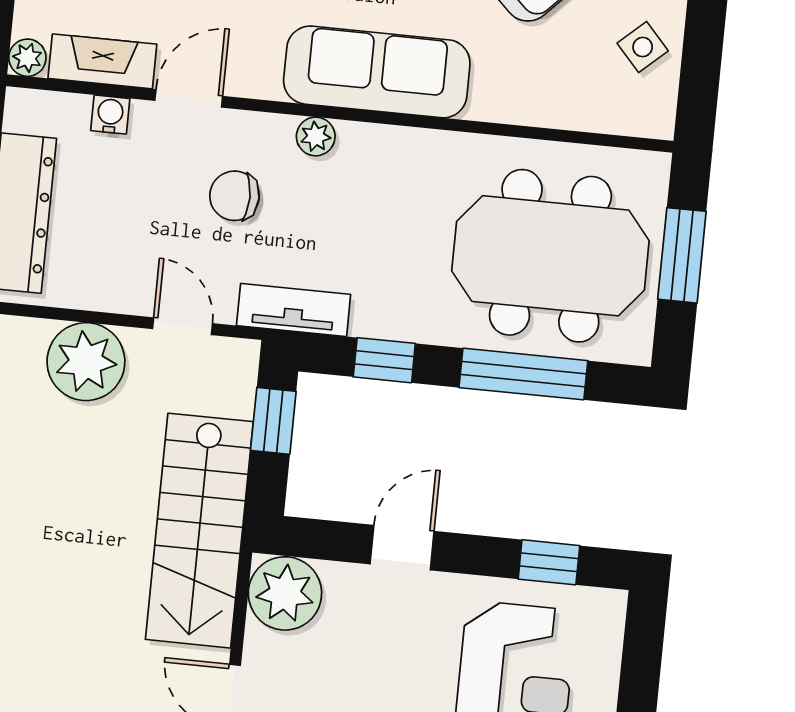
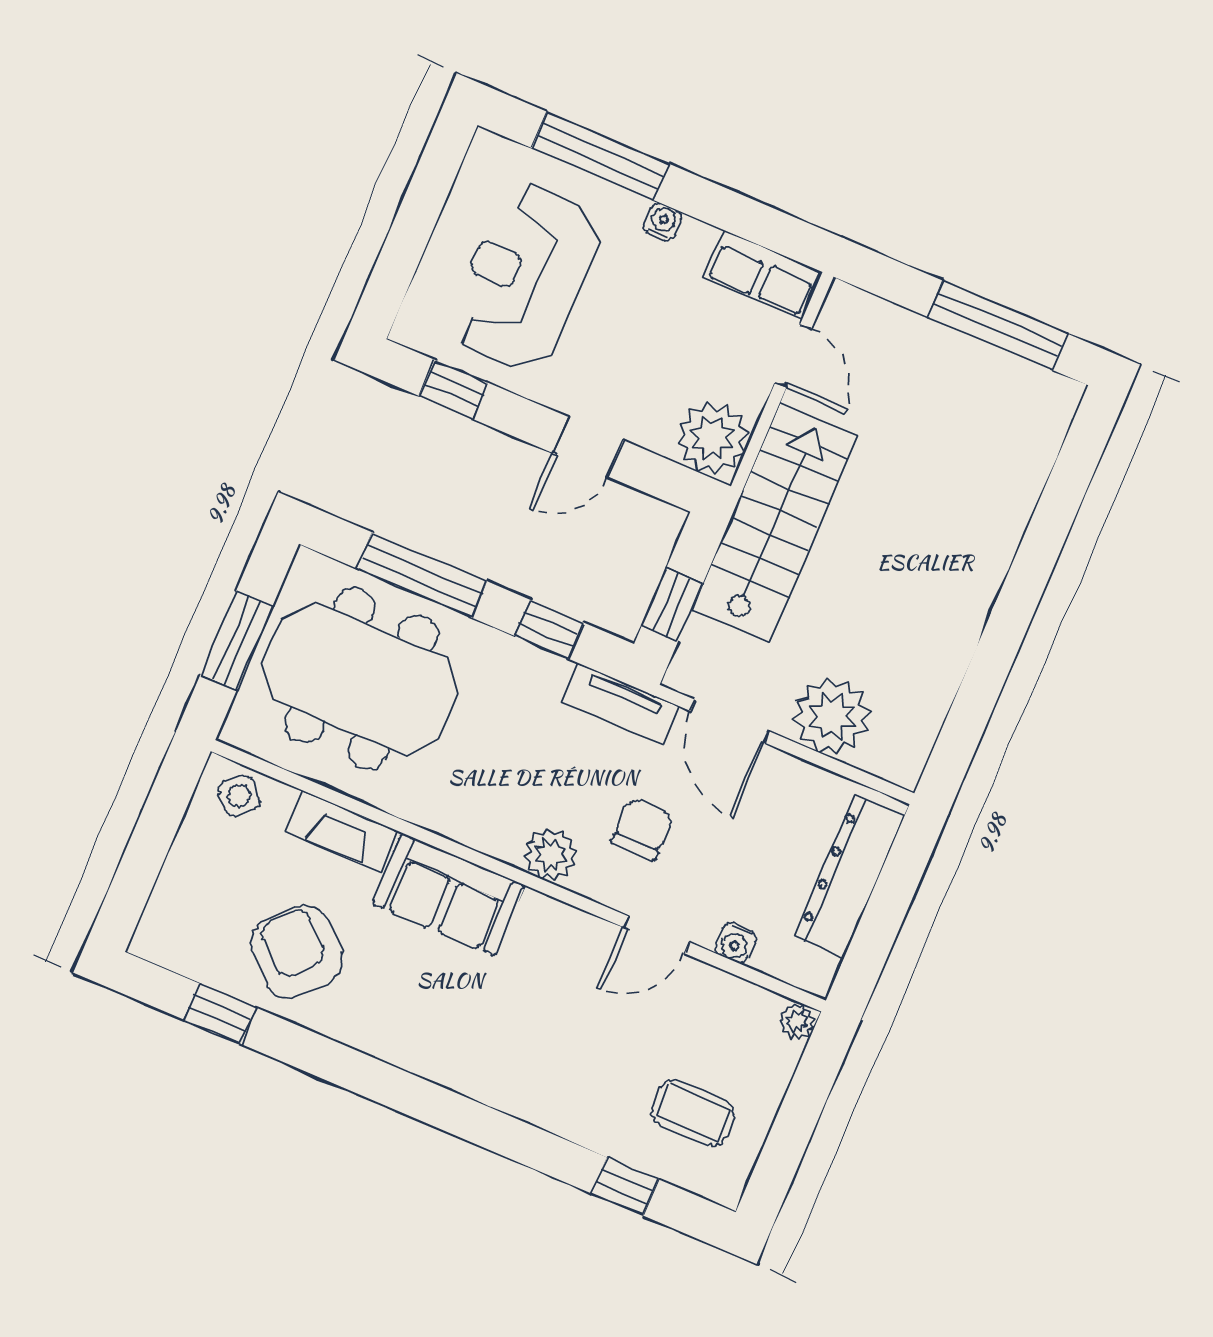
side table: (643, 47) -> (239, 796), moved
fireplace: (102, 61) -> (342, 831), moved
sofa: (377, 72) -> (449, 895), width x0.73
plant: (316, 136) -> (551, 855), width x1.38, depth x1.38
chair: (234, 196) -> (642, 829), turned -90
door: (183, 326) -> (730, 721), width x1.38

